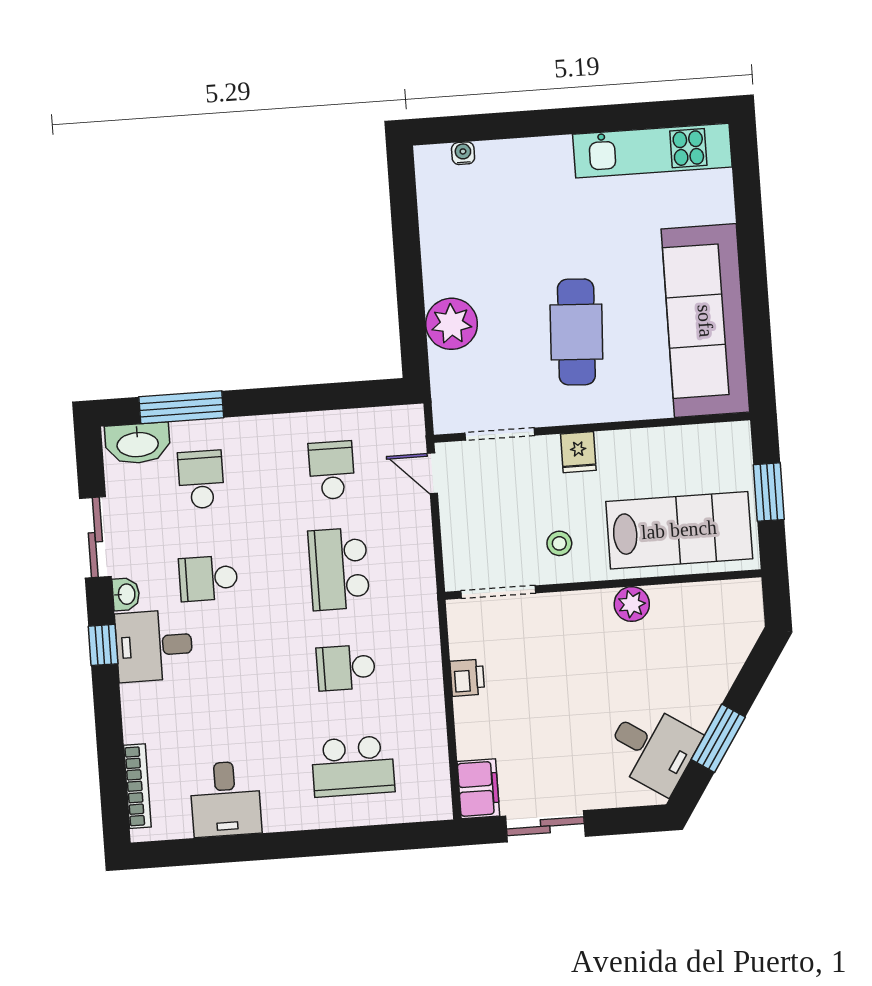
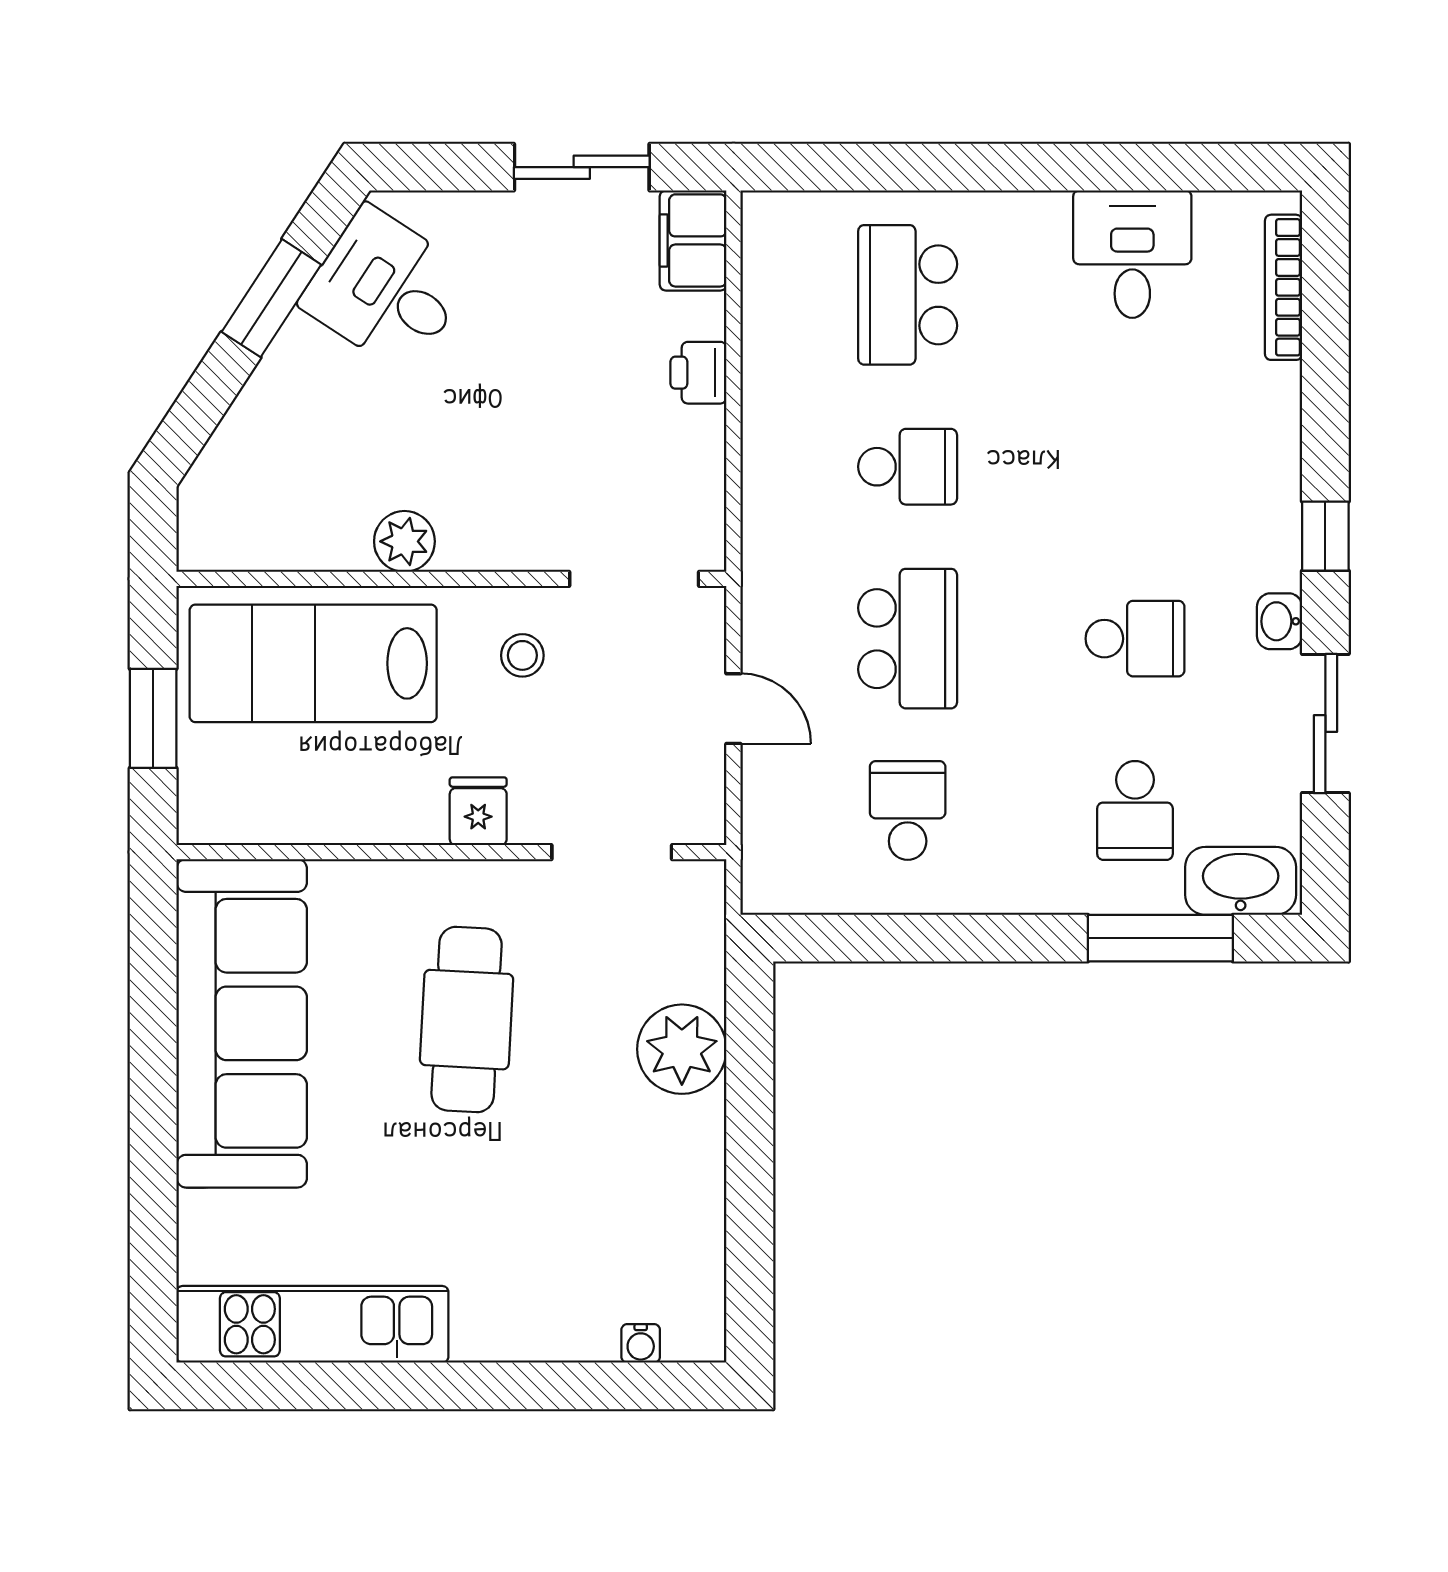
school desk: (332, 470) -> (908, 810), turned 180
door: (432, 473) -> (733, 709), moved
desk: (154, 646) -> (1237, 528), removed
printer: (467, 678) -> (698, 373), moved
school desk: (353, 766) -> (908, 295), turned -90

